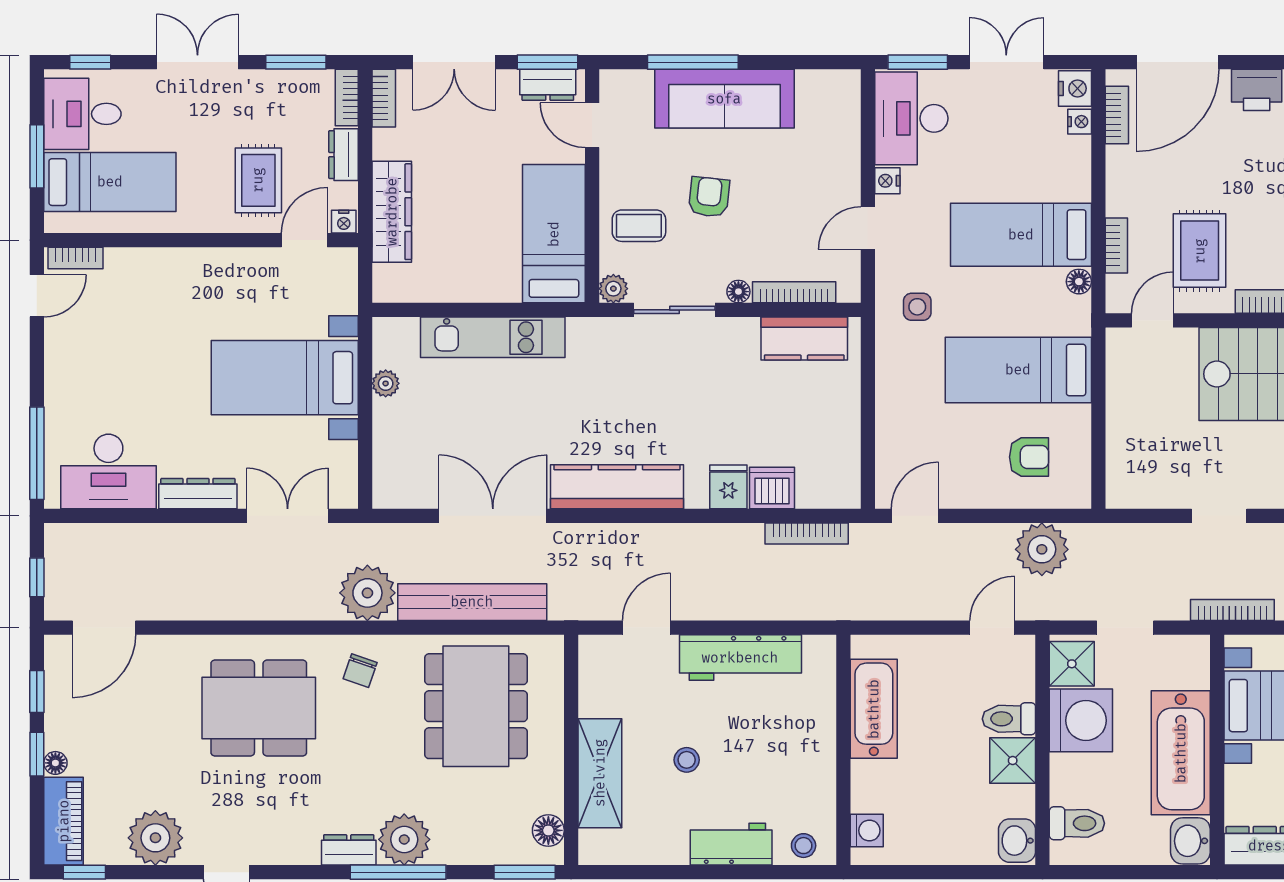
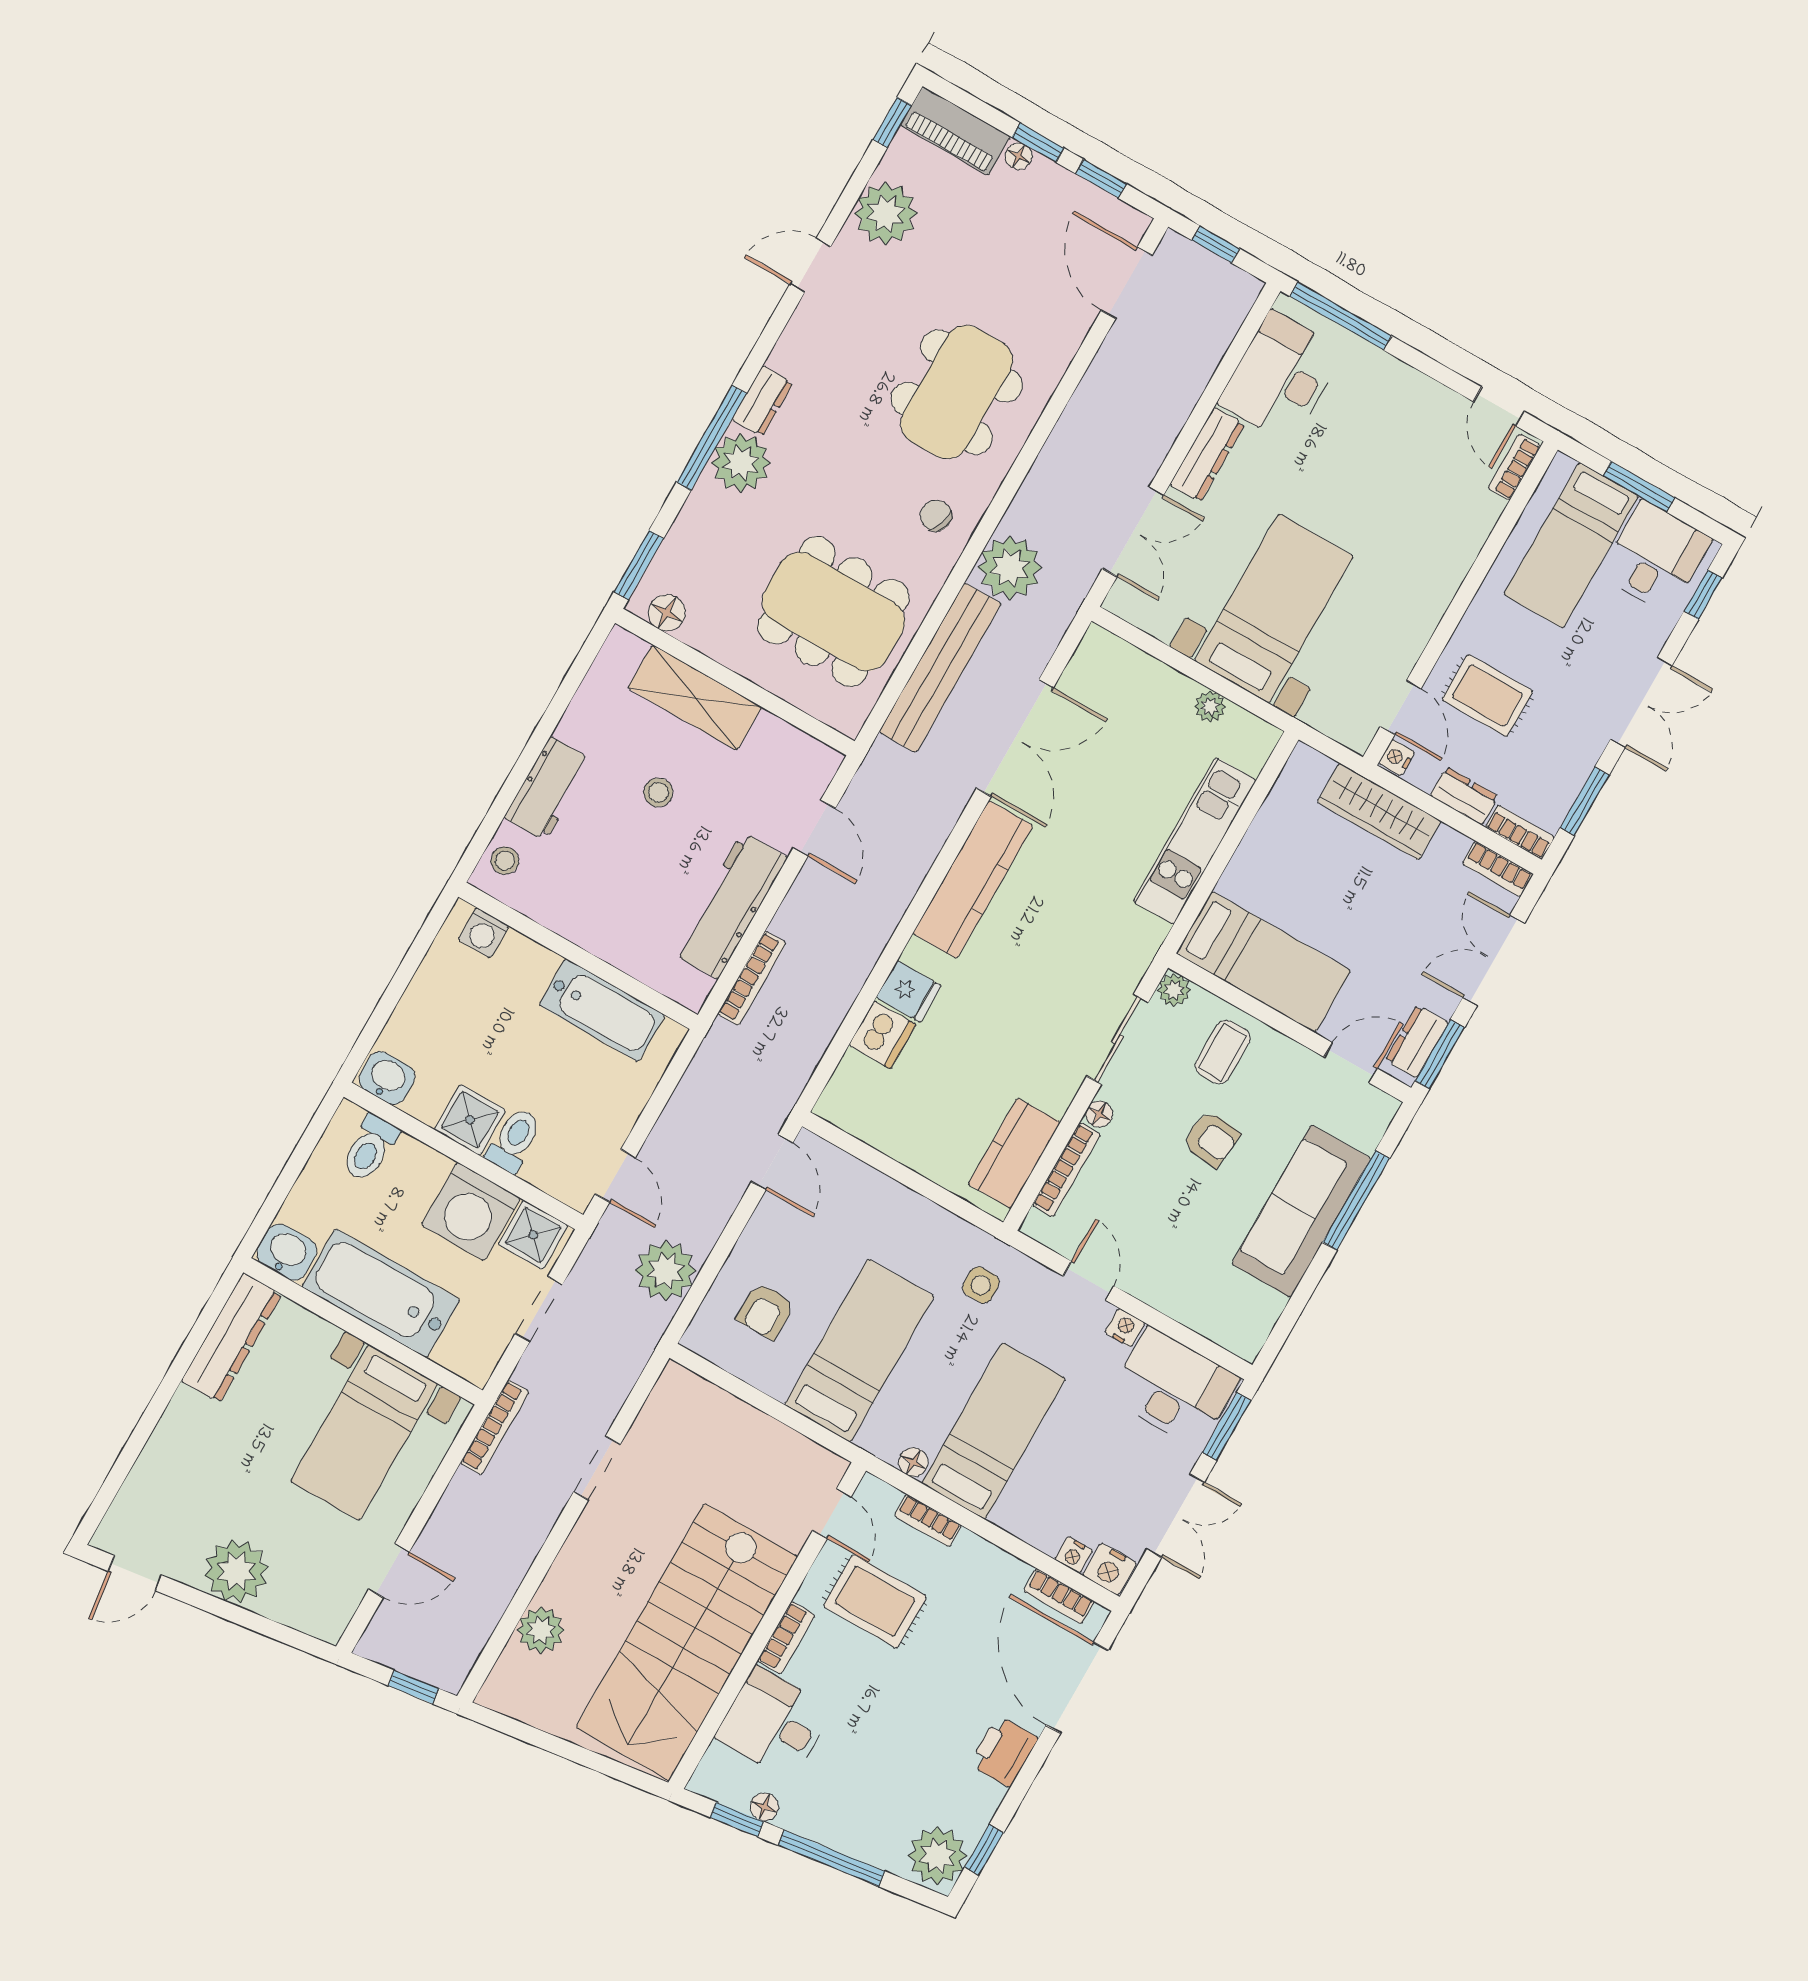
bookcase: (807, 534) -> (752, 978), moved, turned 180

